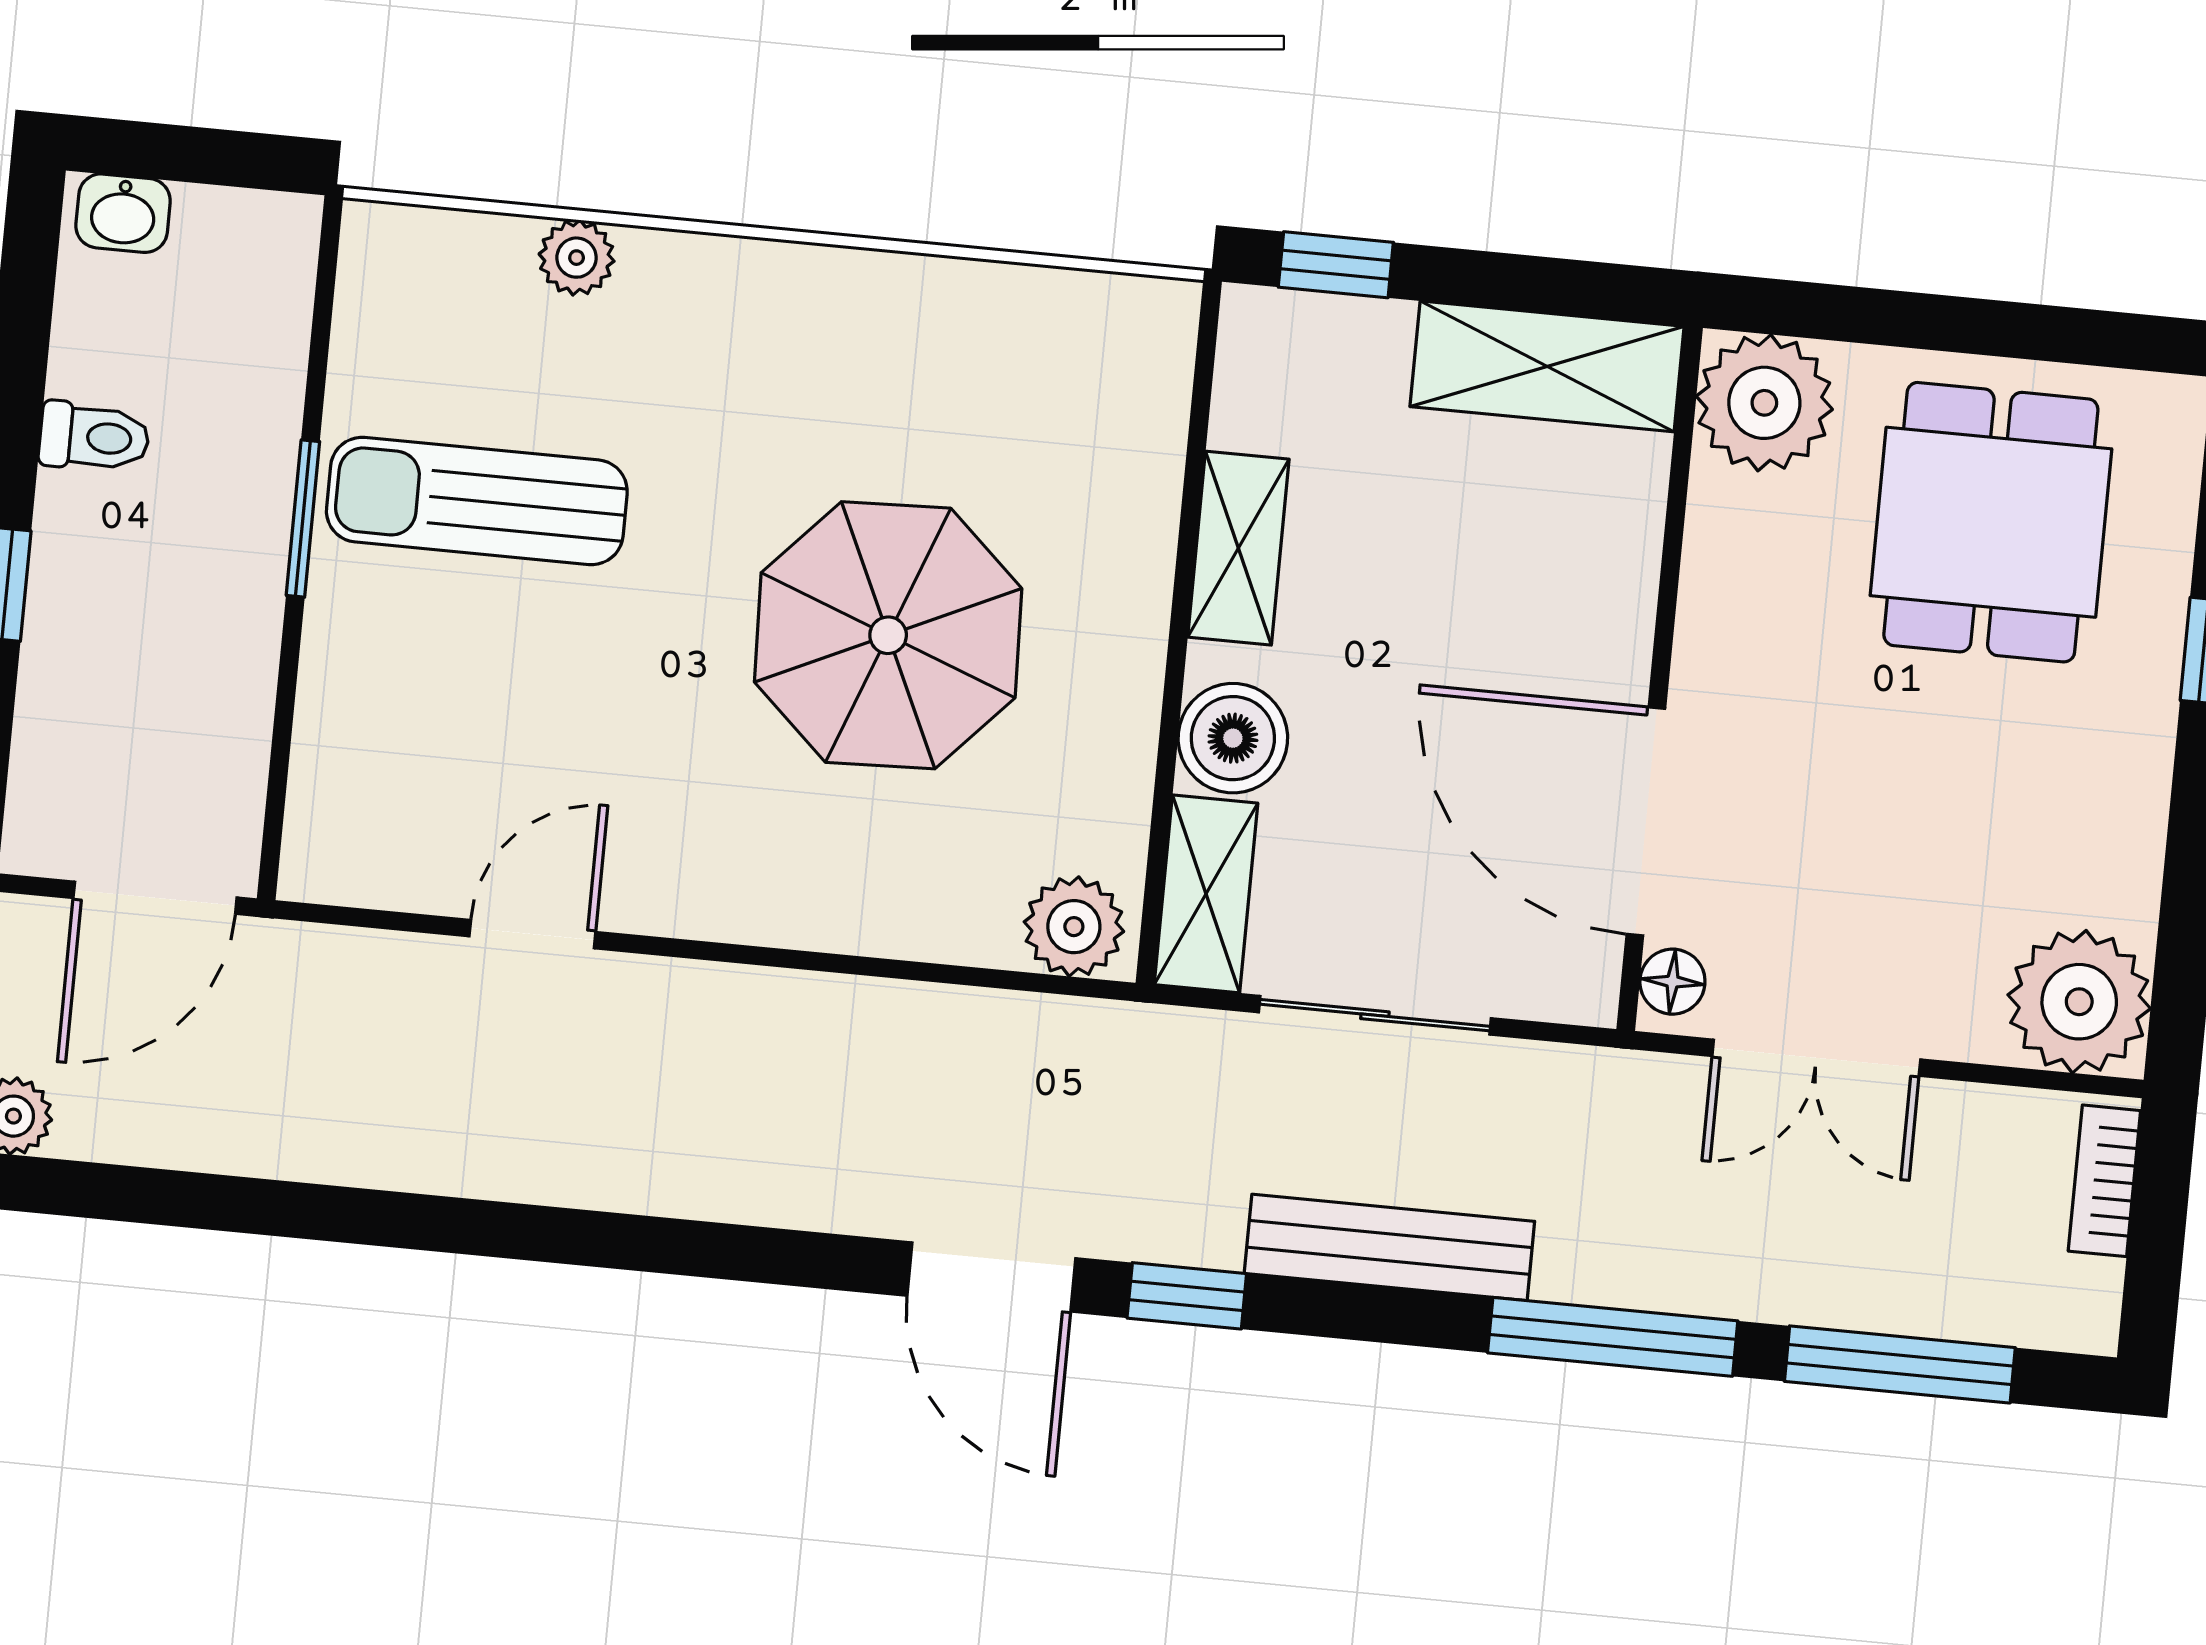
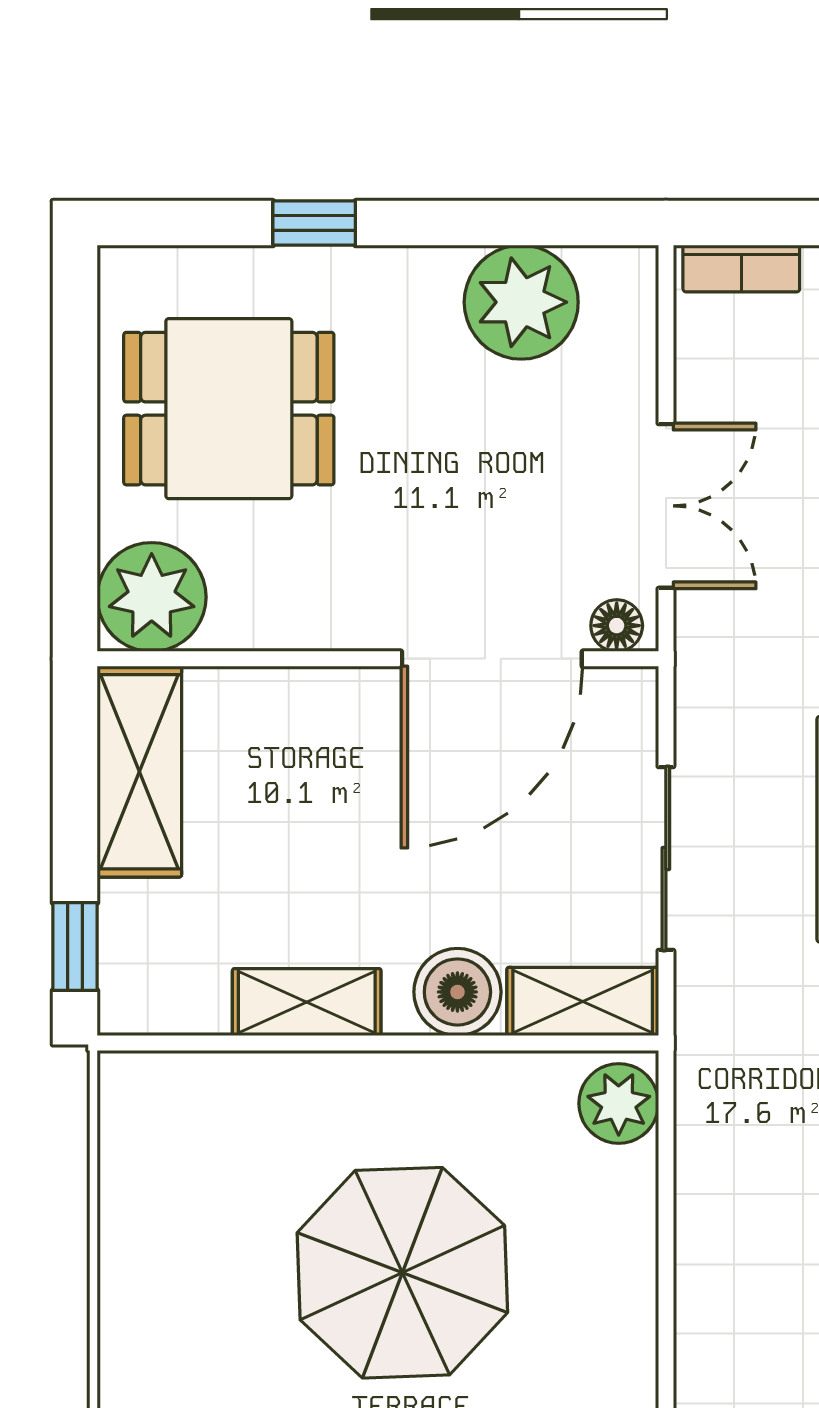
plant: (2079, 1002) -> (521, 302), moved

